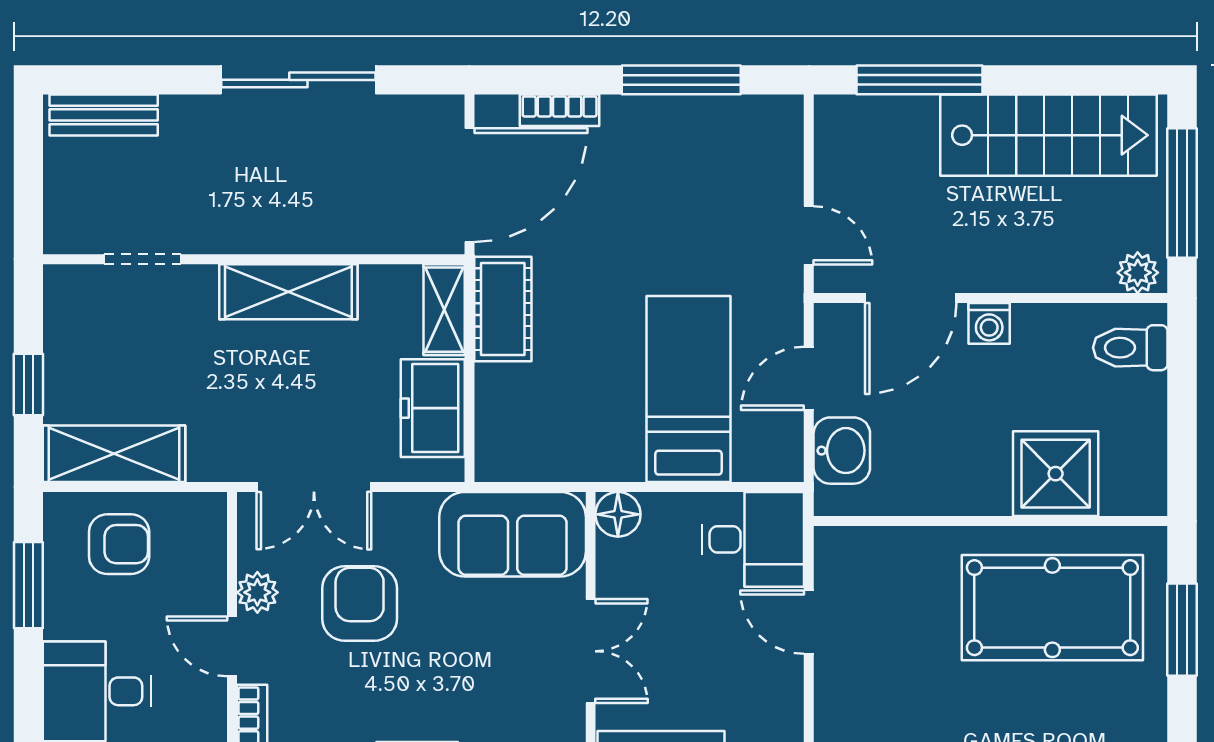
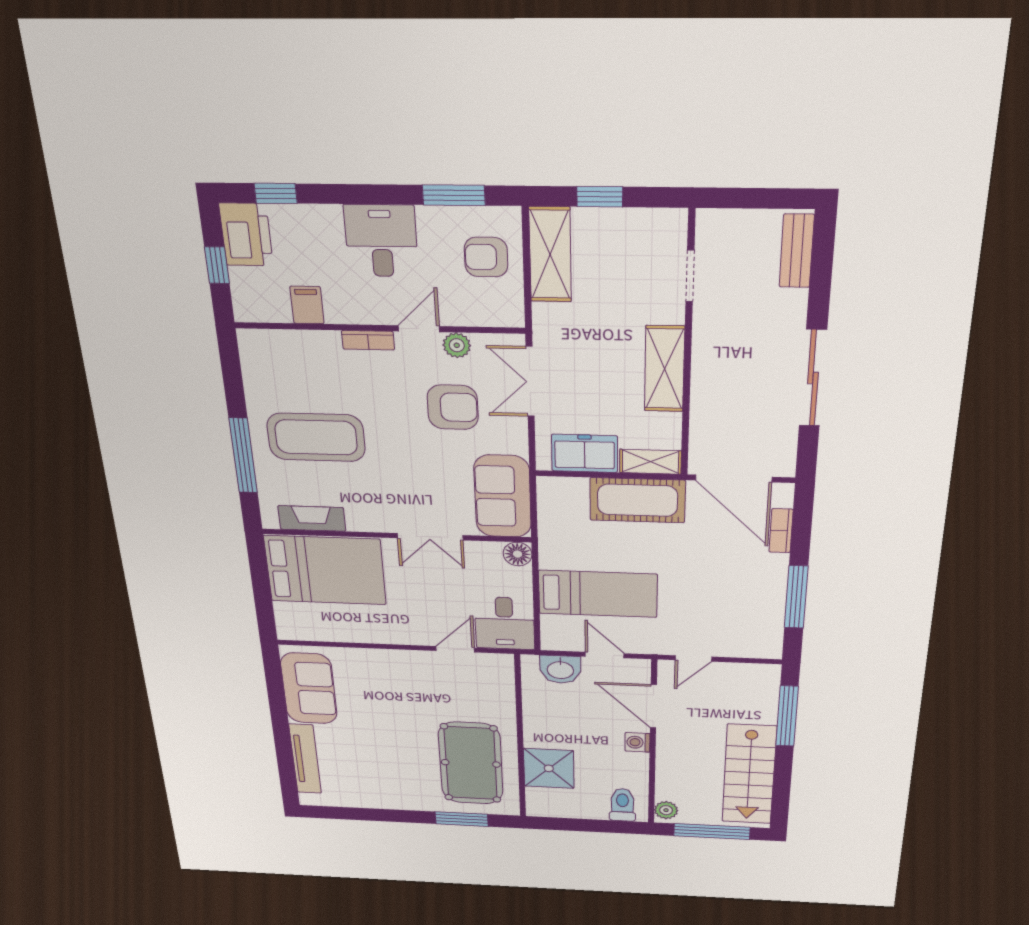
cot: (503, 309) -> (637, 500), width x1.37, depth x1.34
armchair: (119, 544) -> (486, 257), turned 90

